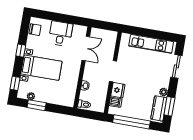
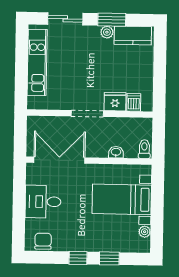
double door: (86, 48) -> (59, 160), width x1.37
bed with nightstands: (41, 68) -> (122, 199), moved, turned -90
window: (15, 83) -> (109, 258), moved
window: (37, 105) -> (157, 221), removed
window: (169, 106) -> (112, 20), moved
window: (131, 122) -> (160, 74), removed

